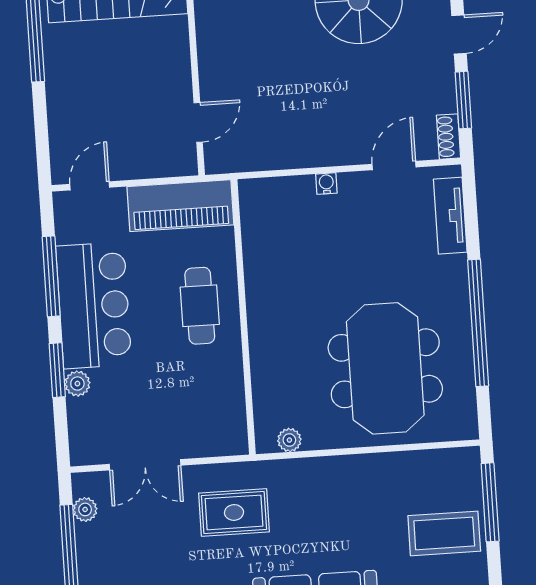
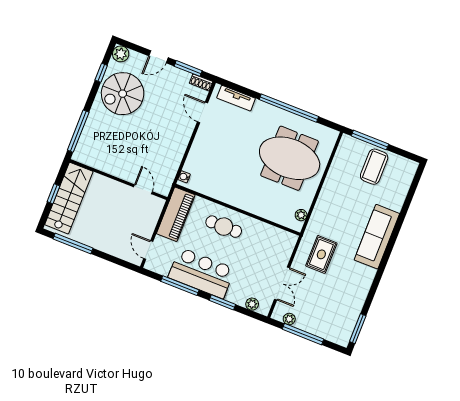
door: (459, 35) -> (158, 57), swing flipped
water cooler: (326, 184) -> (184, 177), moved
plant: (77, 384) -> (252, 304), moved

